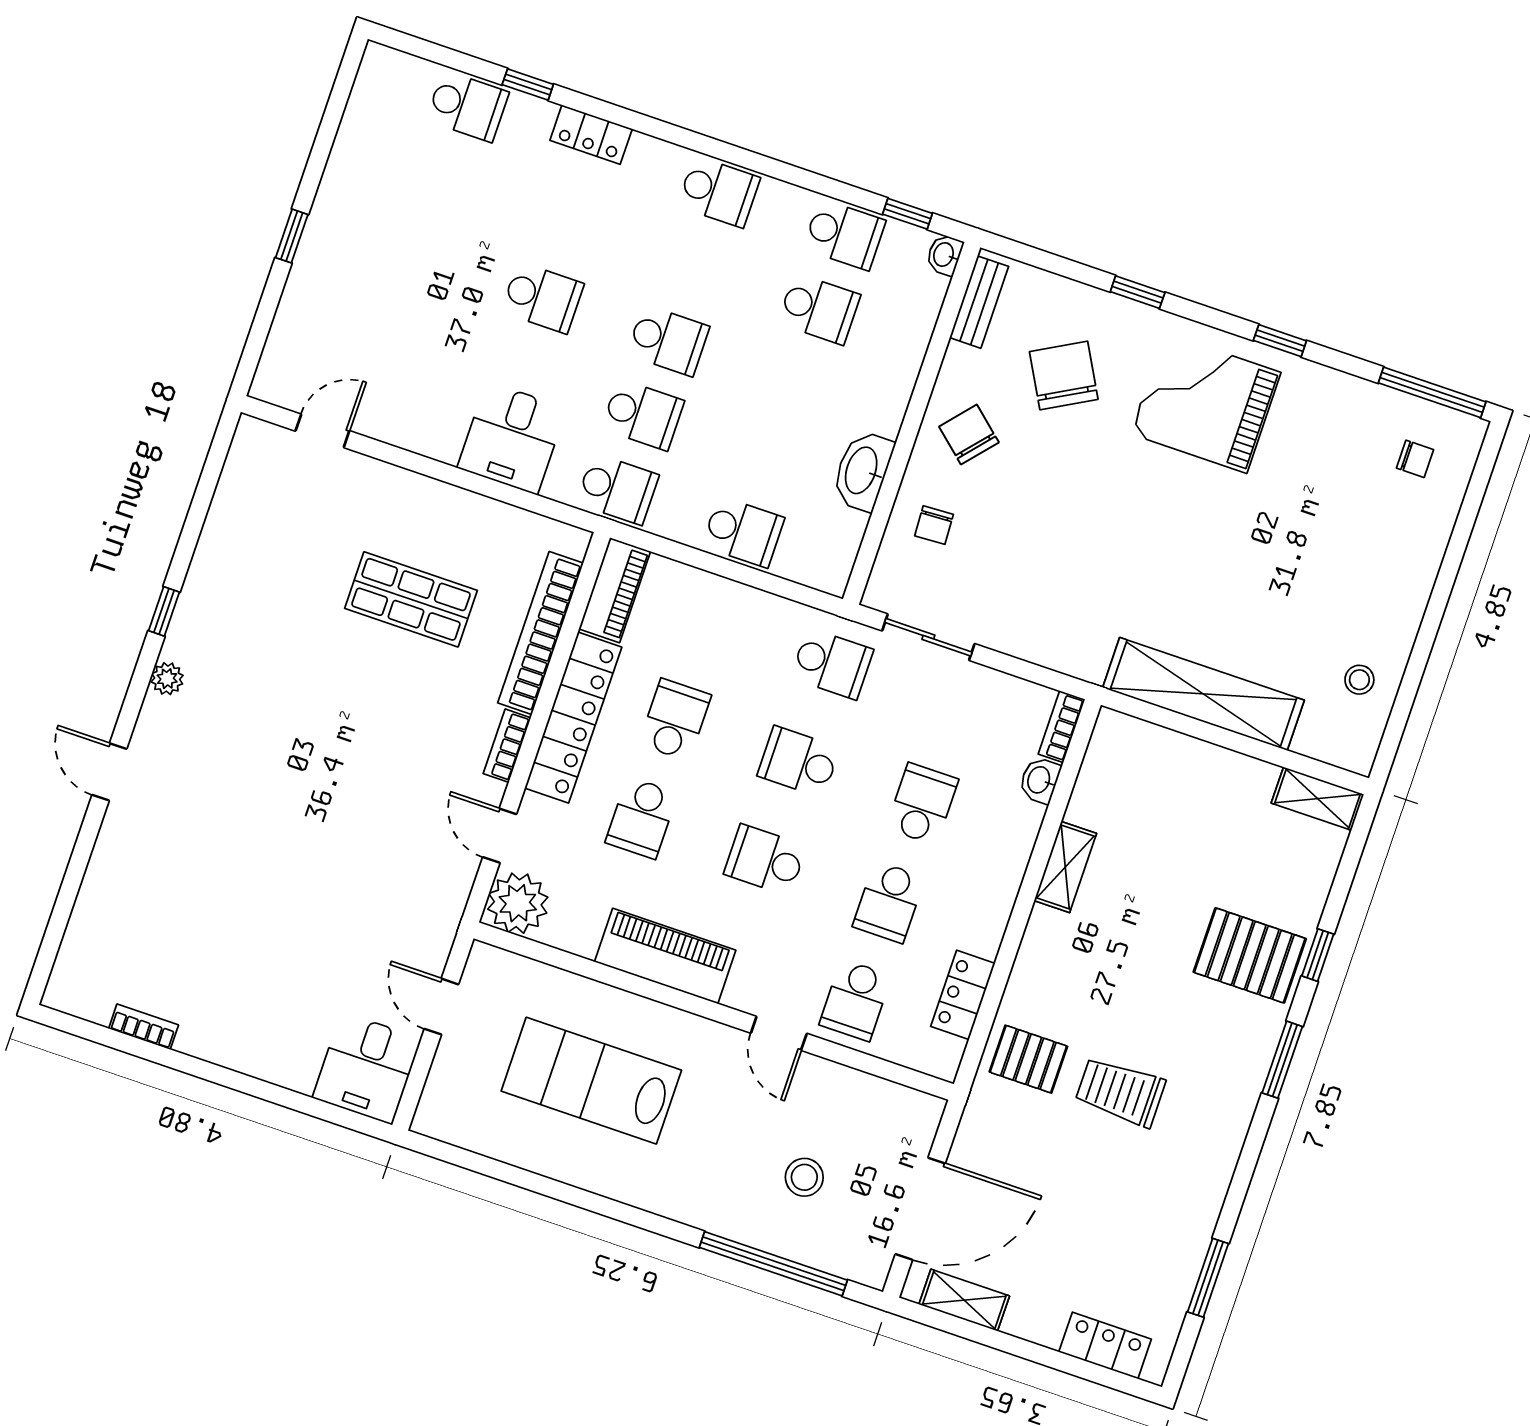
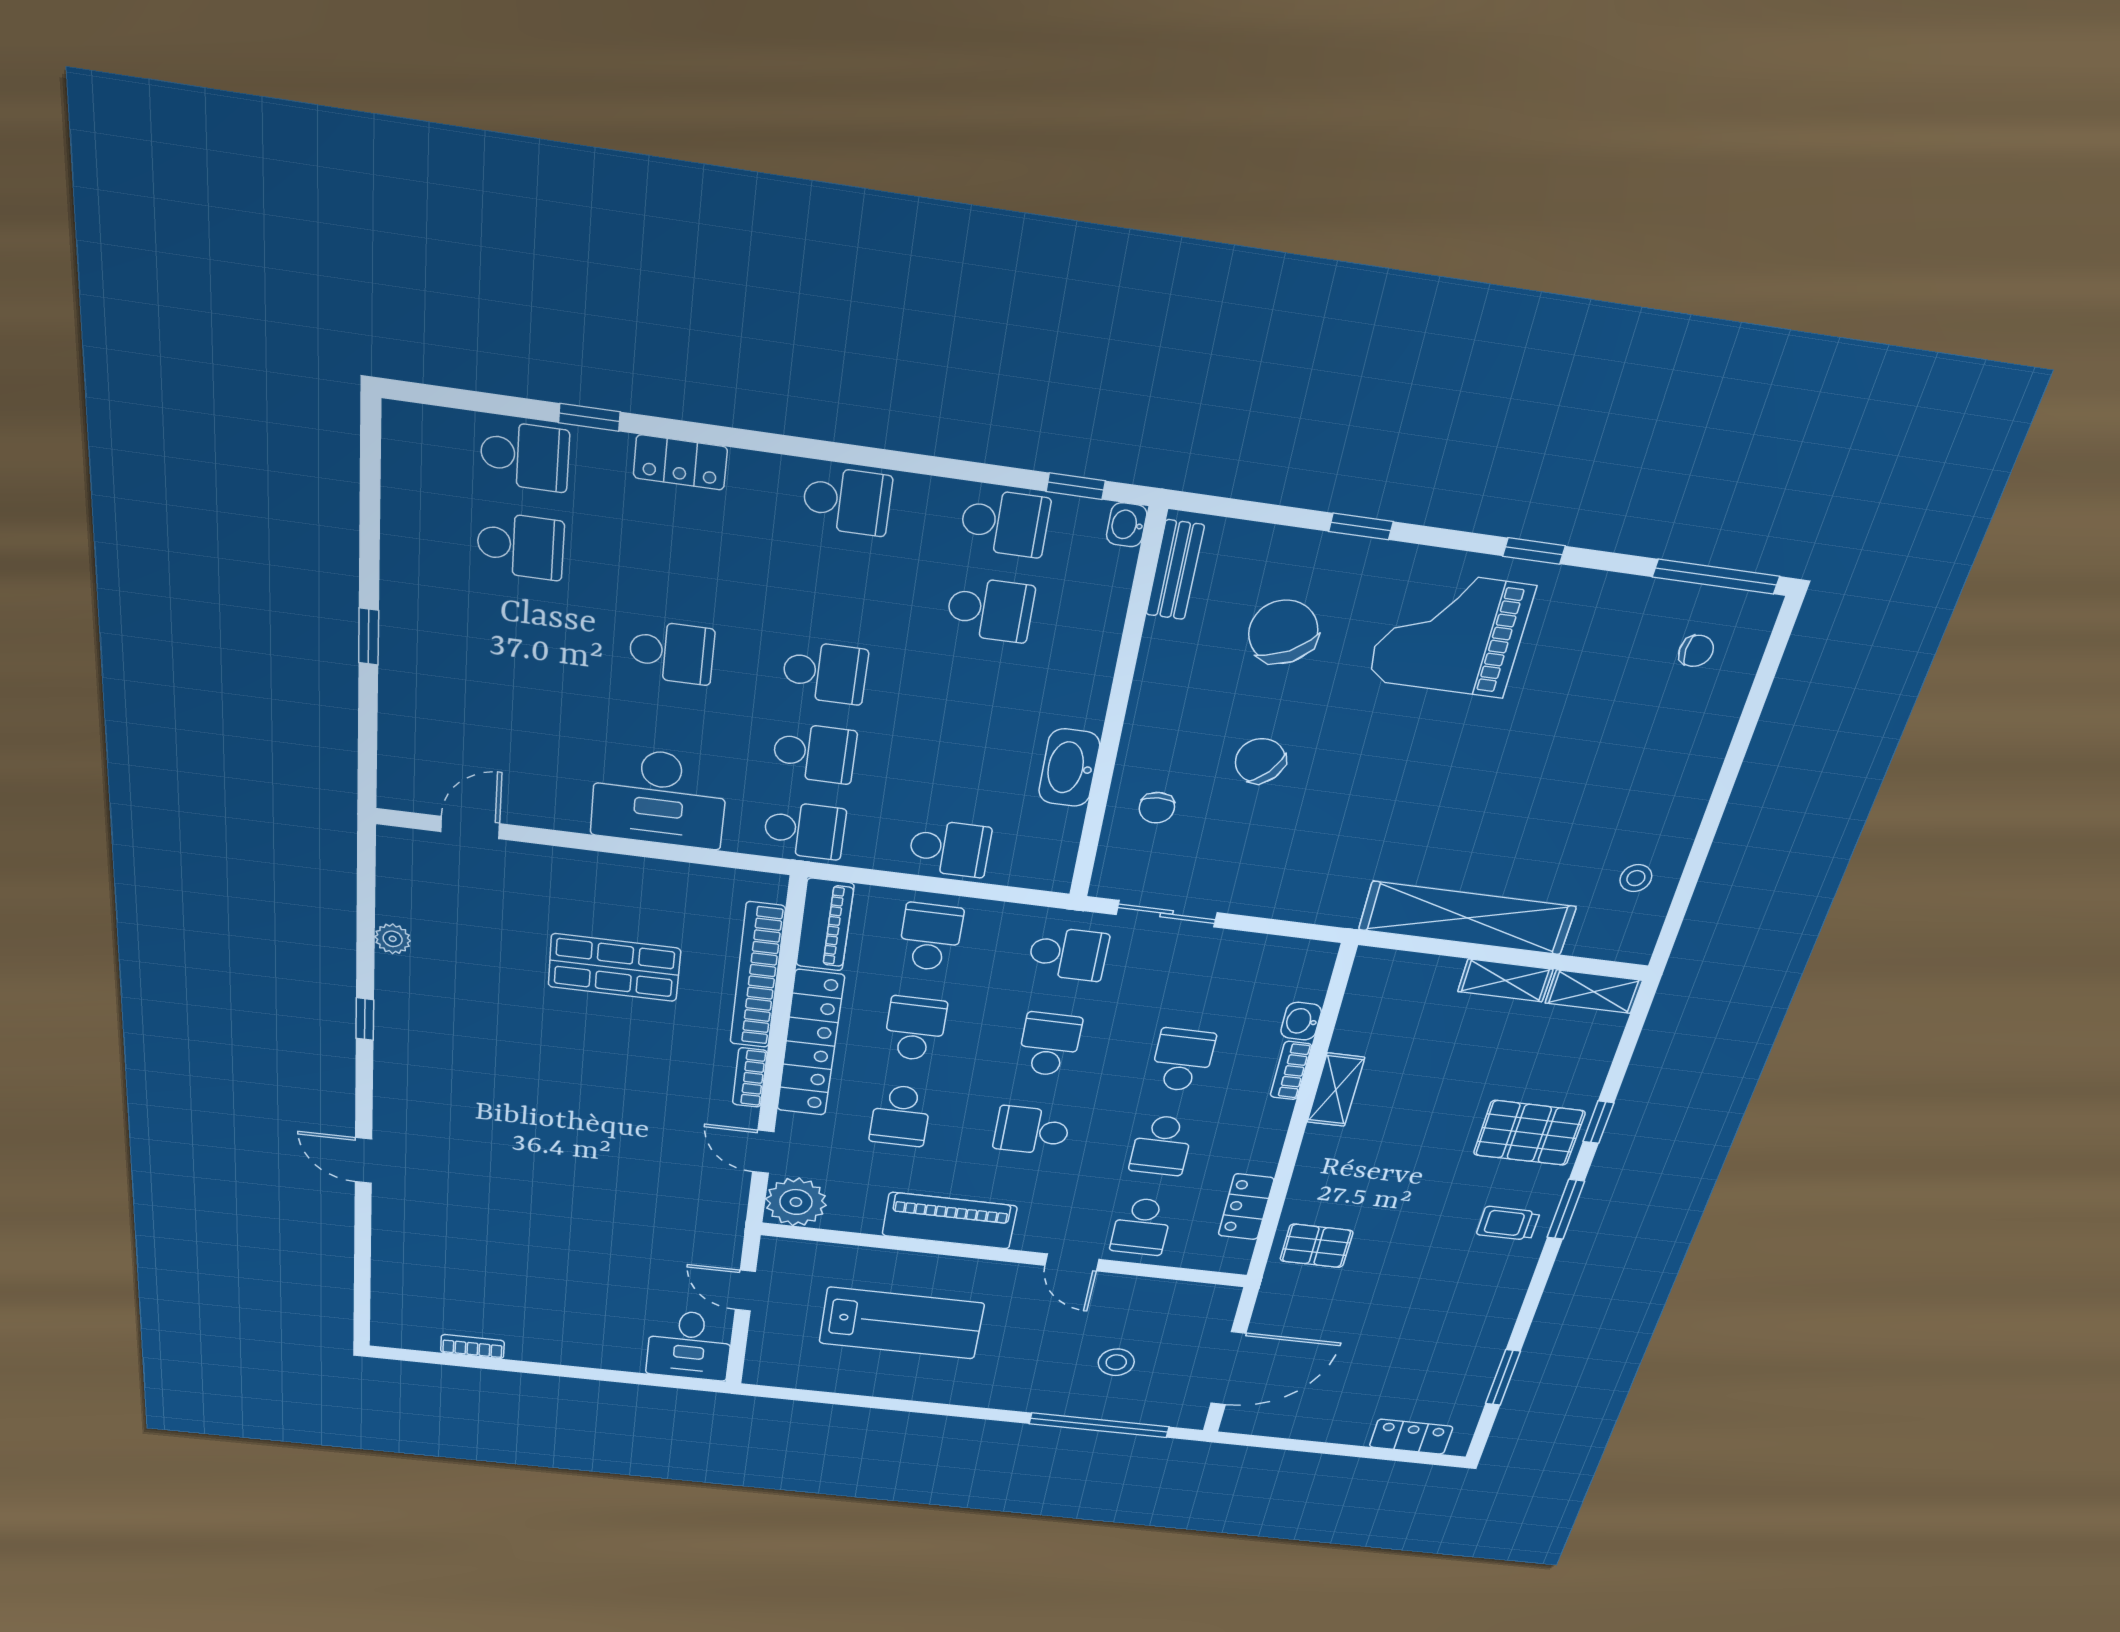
school desk: (442, 181) -> (520, 546), added
chair: (969, 434) -> (1260, 761), moved
desk: (512, 438) -> (659, 798), width x1.37
school desk: (708, 622) -> (930, 937), added
plant: (167, 679) -> (393, 939), moved
bookcase: (1062, 727) -> (1291, 1071), moved
school desk: (799, 762) -> (1050, 1044), turned 90
lab bench: (591, 1081) -> (902, 1323), turned 180
trolley: (1120, 1092) -> (1508, 1223), moved, width x0.73, depth x0.72
shelving: (964, 1300) -> (1505, 980), moved

